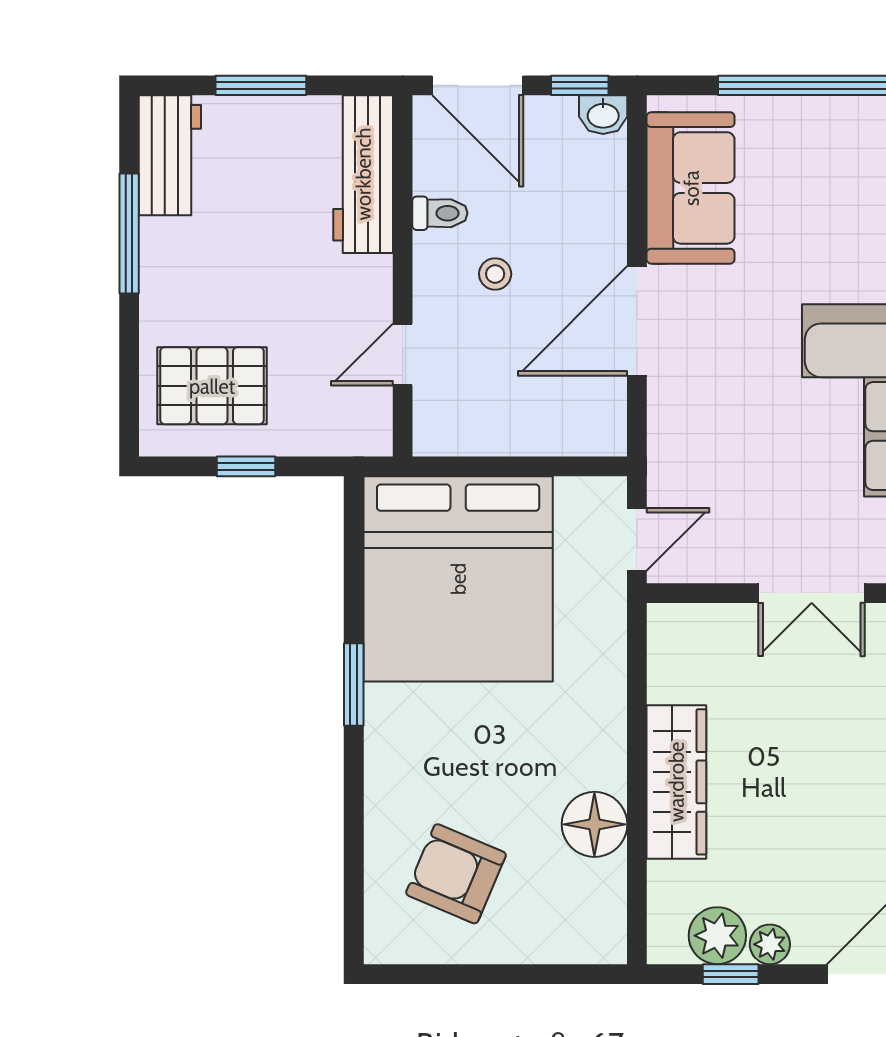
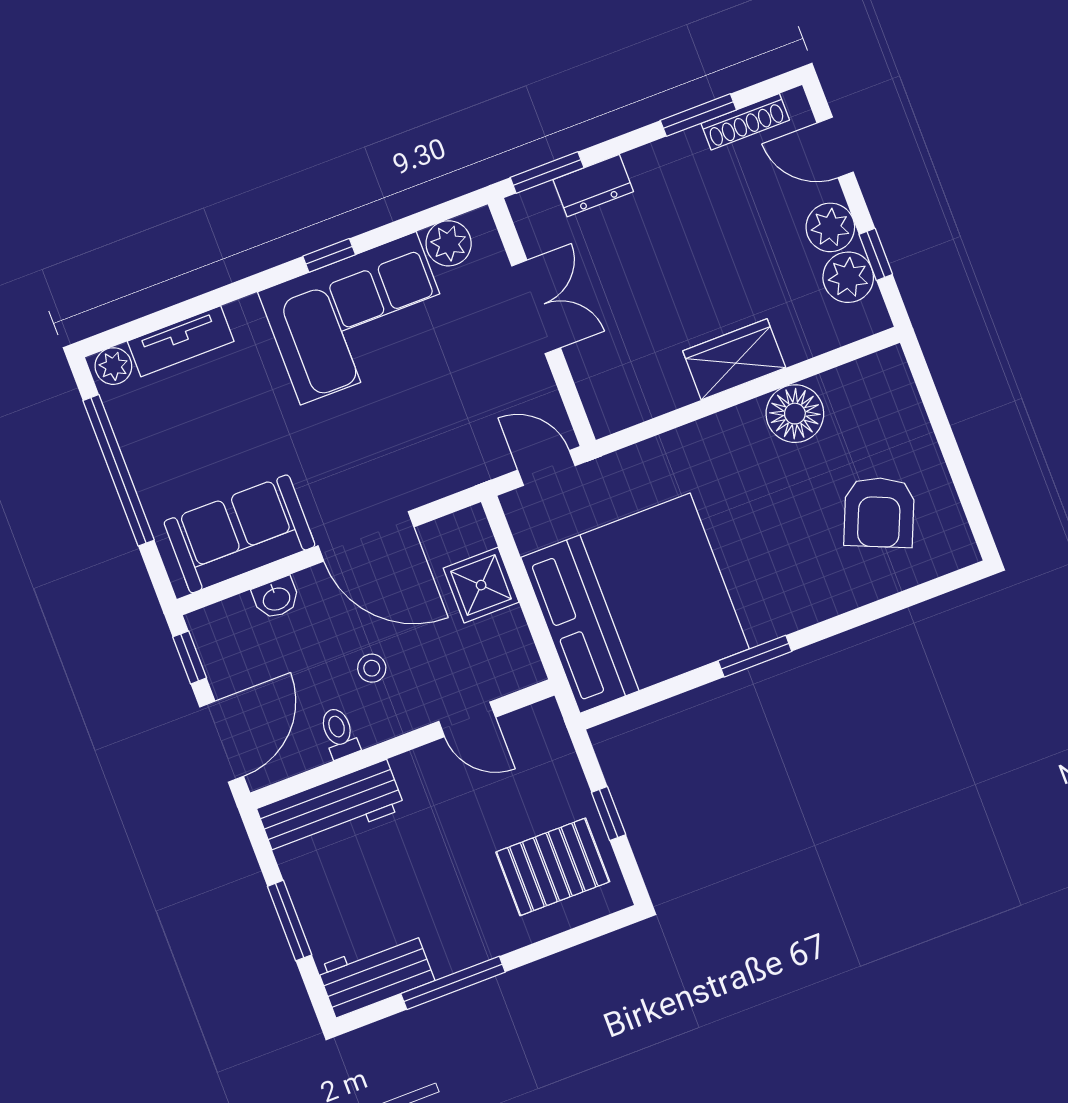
washbasin: (603, 115) -> (276, 598), moved, turned 90
pallet: (212, 386) -> (553, 867), turned 90
shower: (539, 423) -> (481, 585), added
wardrobe: (676, 782) -> (734, 359), width x0.67
plant: (770, 944) -> (830, 227), width x1.38, depth x1.38

